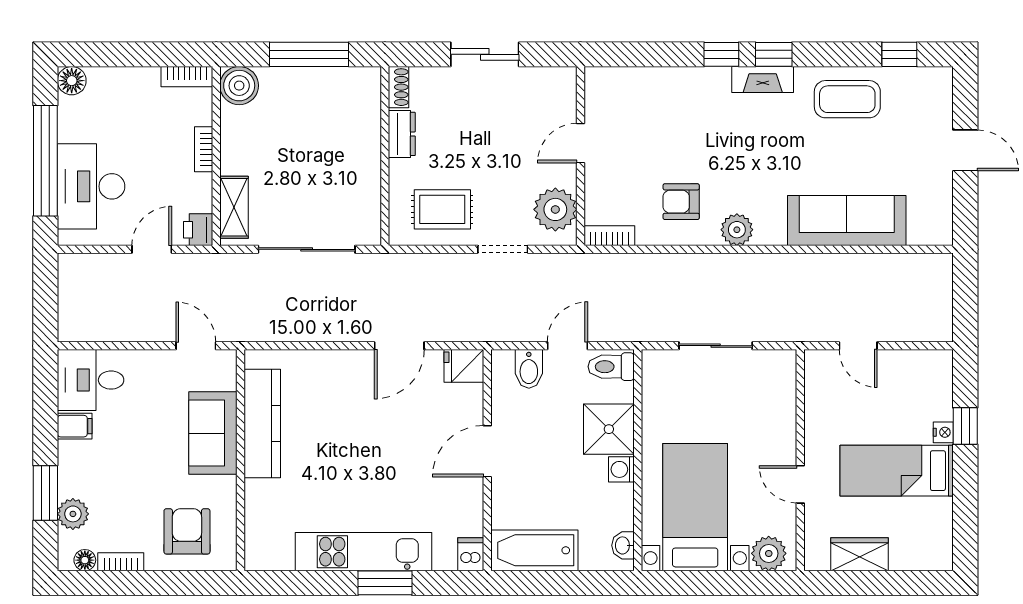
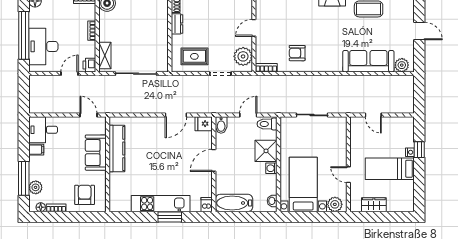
plant: (737, 230) -> (402, 65), moved
bidet: (529, 369) -> (221, 125), moved
window: (45, 493) -> (24, 178), width x1.44

